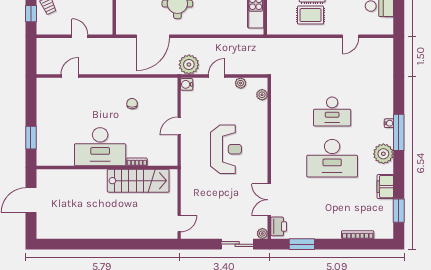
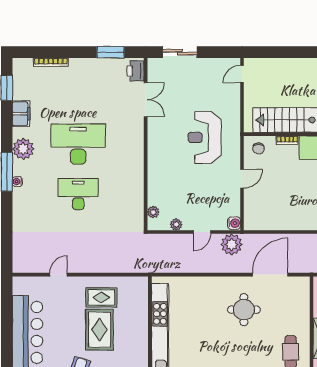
chair: (132, 104) -> (259, 148), moved
reception desk: (226, 149) -> (205, 137), moved
plant: (262, 233) -> (153, 63), removed

